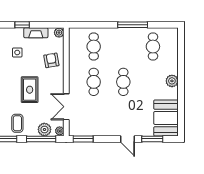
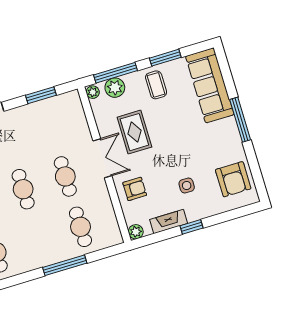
window: (133, 25) -> (65, 265), moved
armchair: (51, 60) -> (135, 189), turned -80
rug: (30, 90) -> (134, 132), moved
double door: (66, 107) -> (102, 158), moved
window: (83, 139) -> (41, 95), moved

